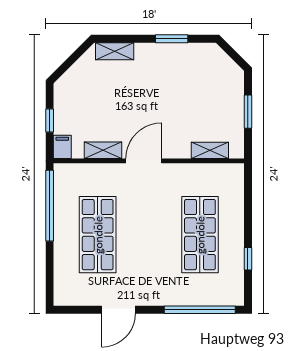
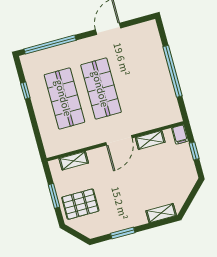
pallet: (217, 91) -> (80, 204), added
window: (50, 206) -> (172, 71), moved
shop shelf: (98, 235) -> (101, 89), moved

